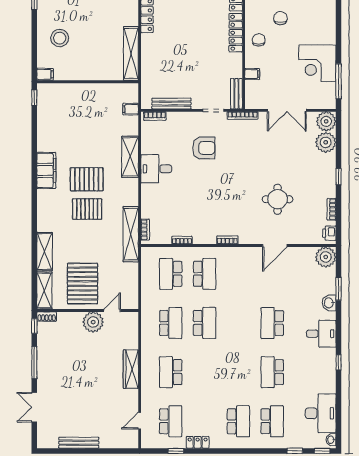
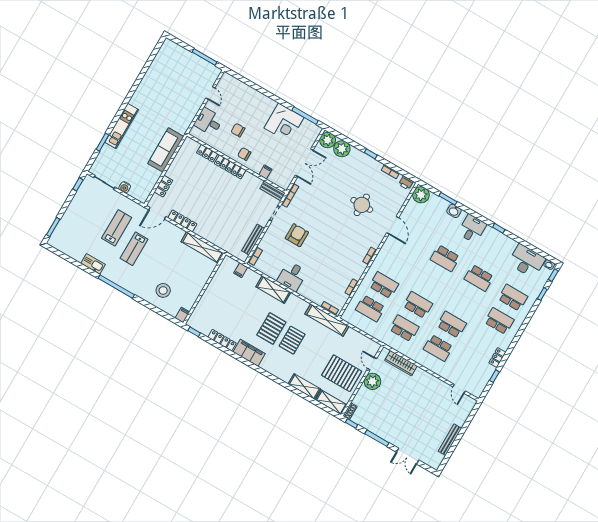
locker: (43, 133) -> (222, 340), added
wardrobe: (131, 369) -> (401, 363), moved
school desk: (171, 421) -> (452, 325), moved

